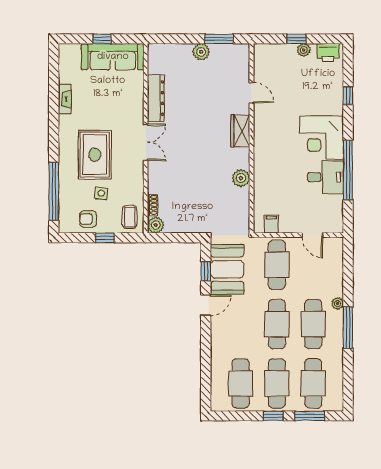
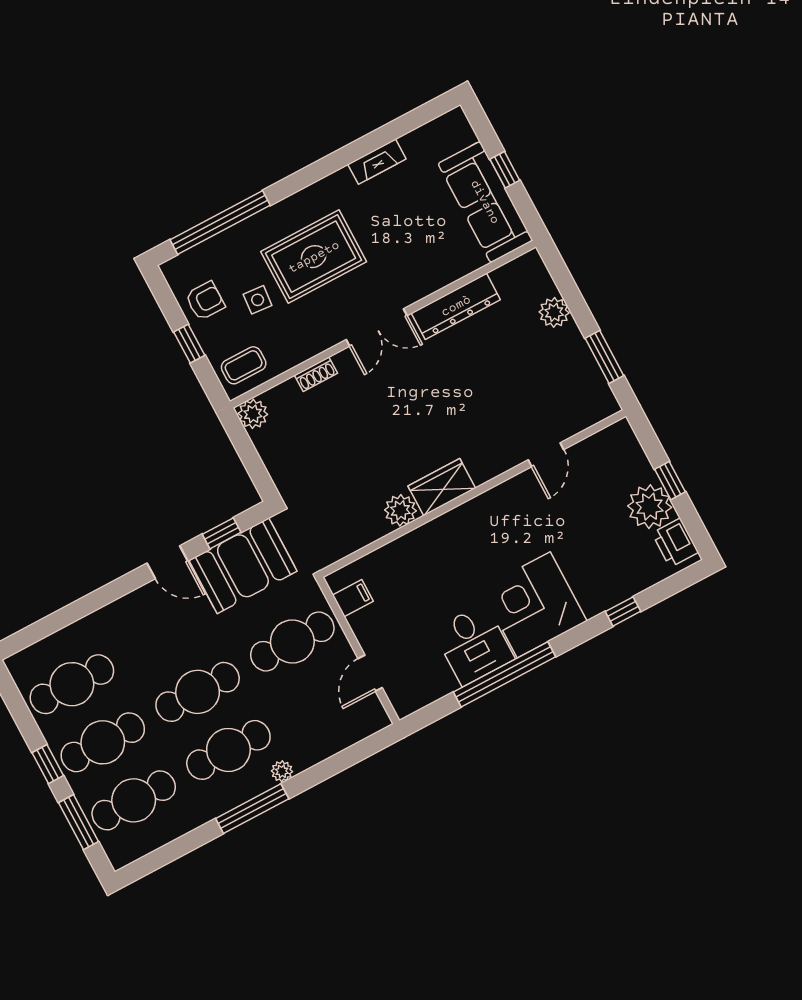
plant: (304, 50) -> (650, 507), width x1.88, depth x1.88
plant: (201, 52) -> (554, 312), moved
wardrobe: (240, 131) -> (442, 487), moved
shoe rack: (153, 205) -> (316, 374), moved
armchair: (88, 219) -> (205, 301), turned 90

